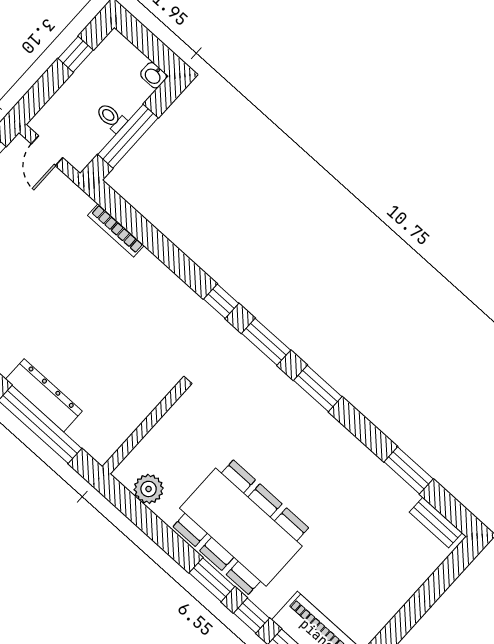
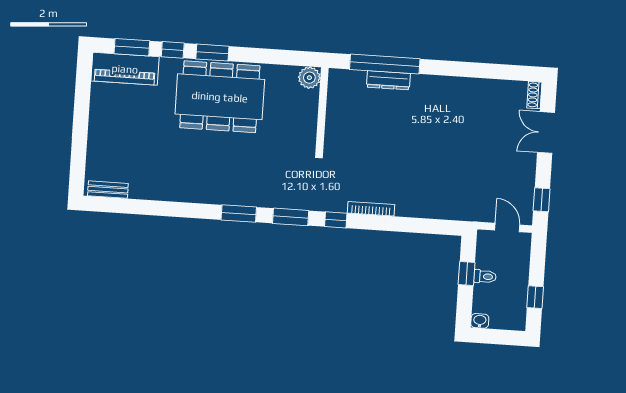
window: (128, 136) -> (467, 273), width x0.46
bookcase: (116, 230) -> (371, 209), moved
dresser: (44, 395) -> (388, 80), width x0.73, depth x0.80
window: (409, 470) -> (148, 207), removed
plant: (149, 489) -> (309, 78), moved

